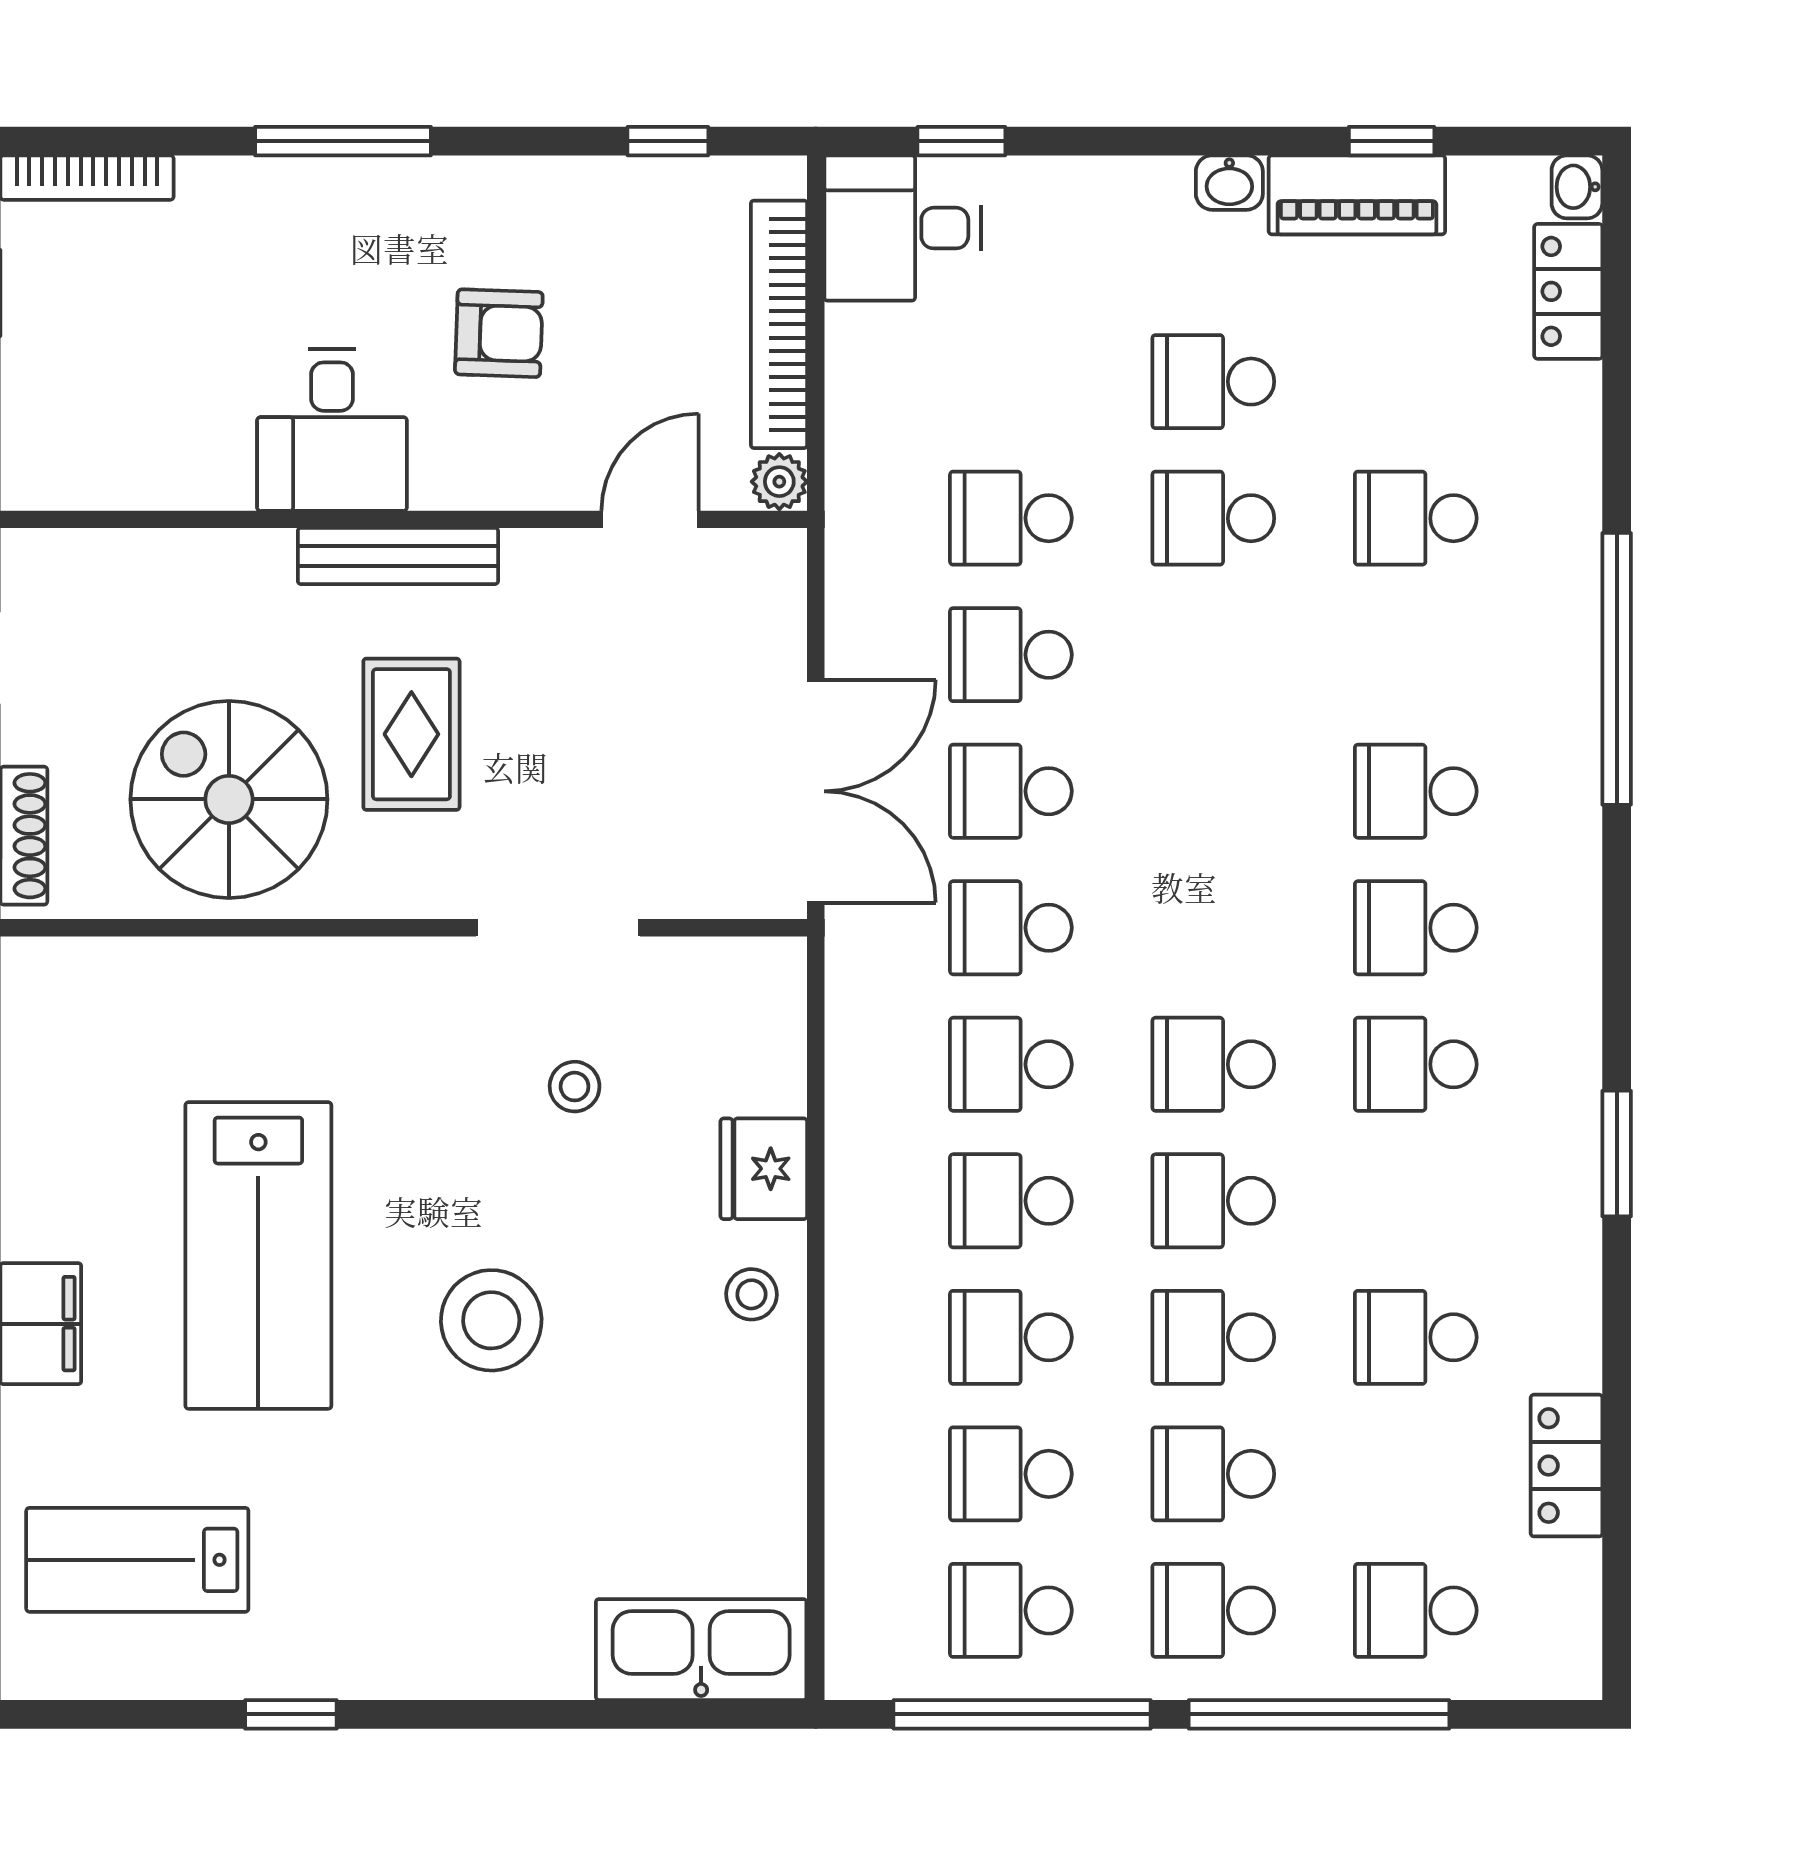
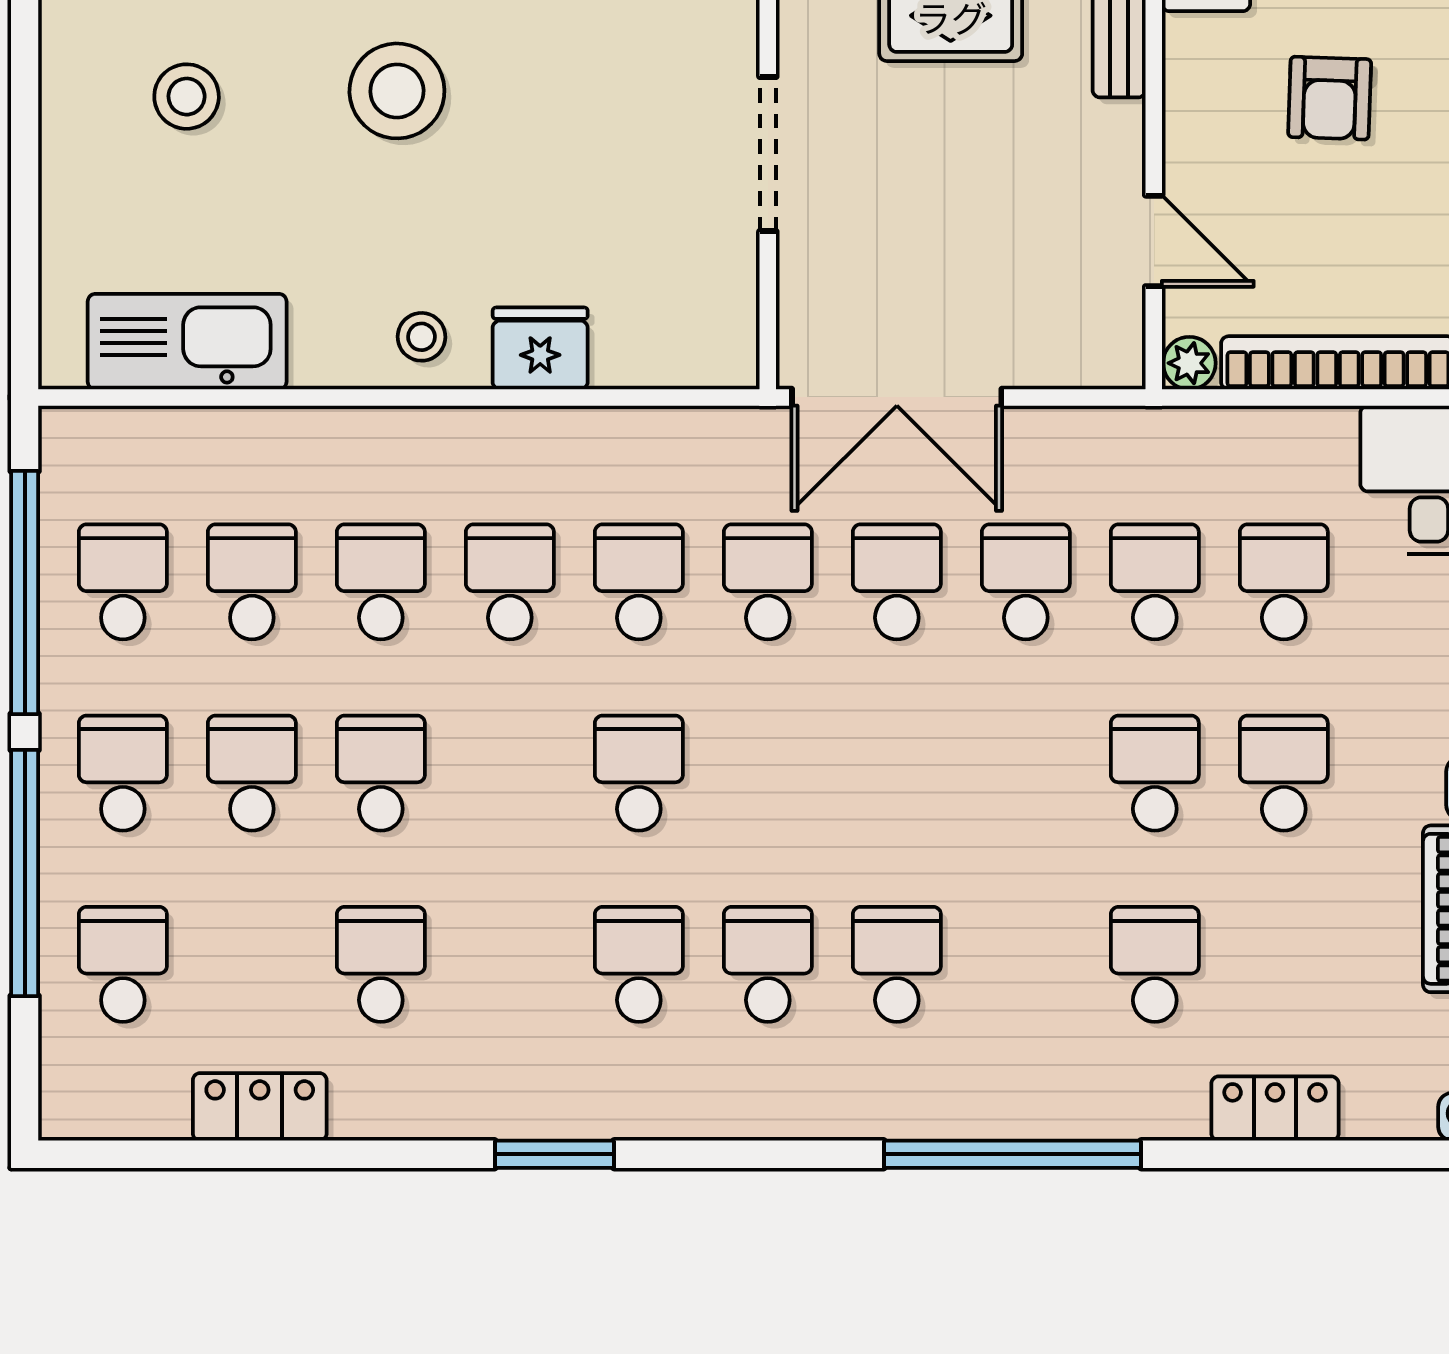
locker: (1568, 291) -> (1275, 1109), moved
stool: (575, 1087) -> (187, 97), moved, width x1.37, depth x1.37
school desk: (1213, 1201) -> (1284, 582), moved
kitchen sink: (701, 1650) -> (187, 342), moved, turned -90

